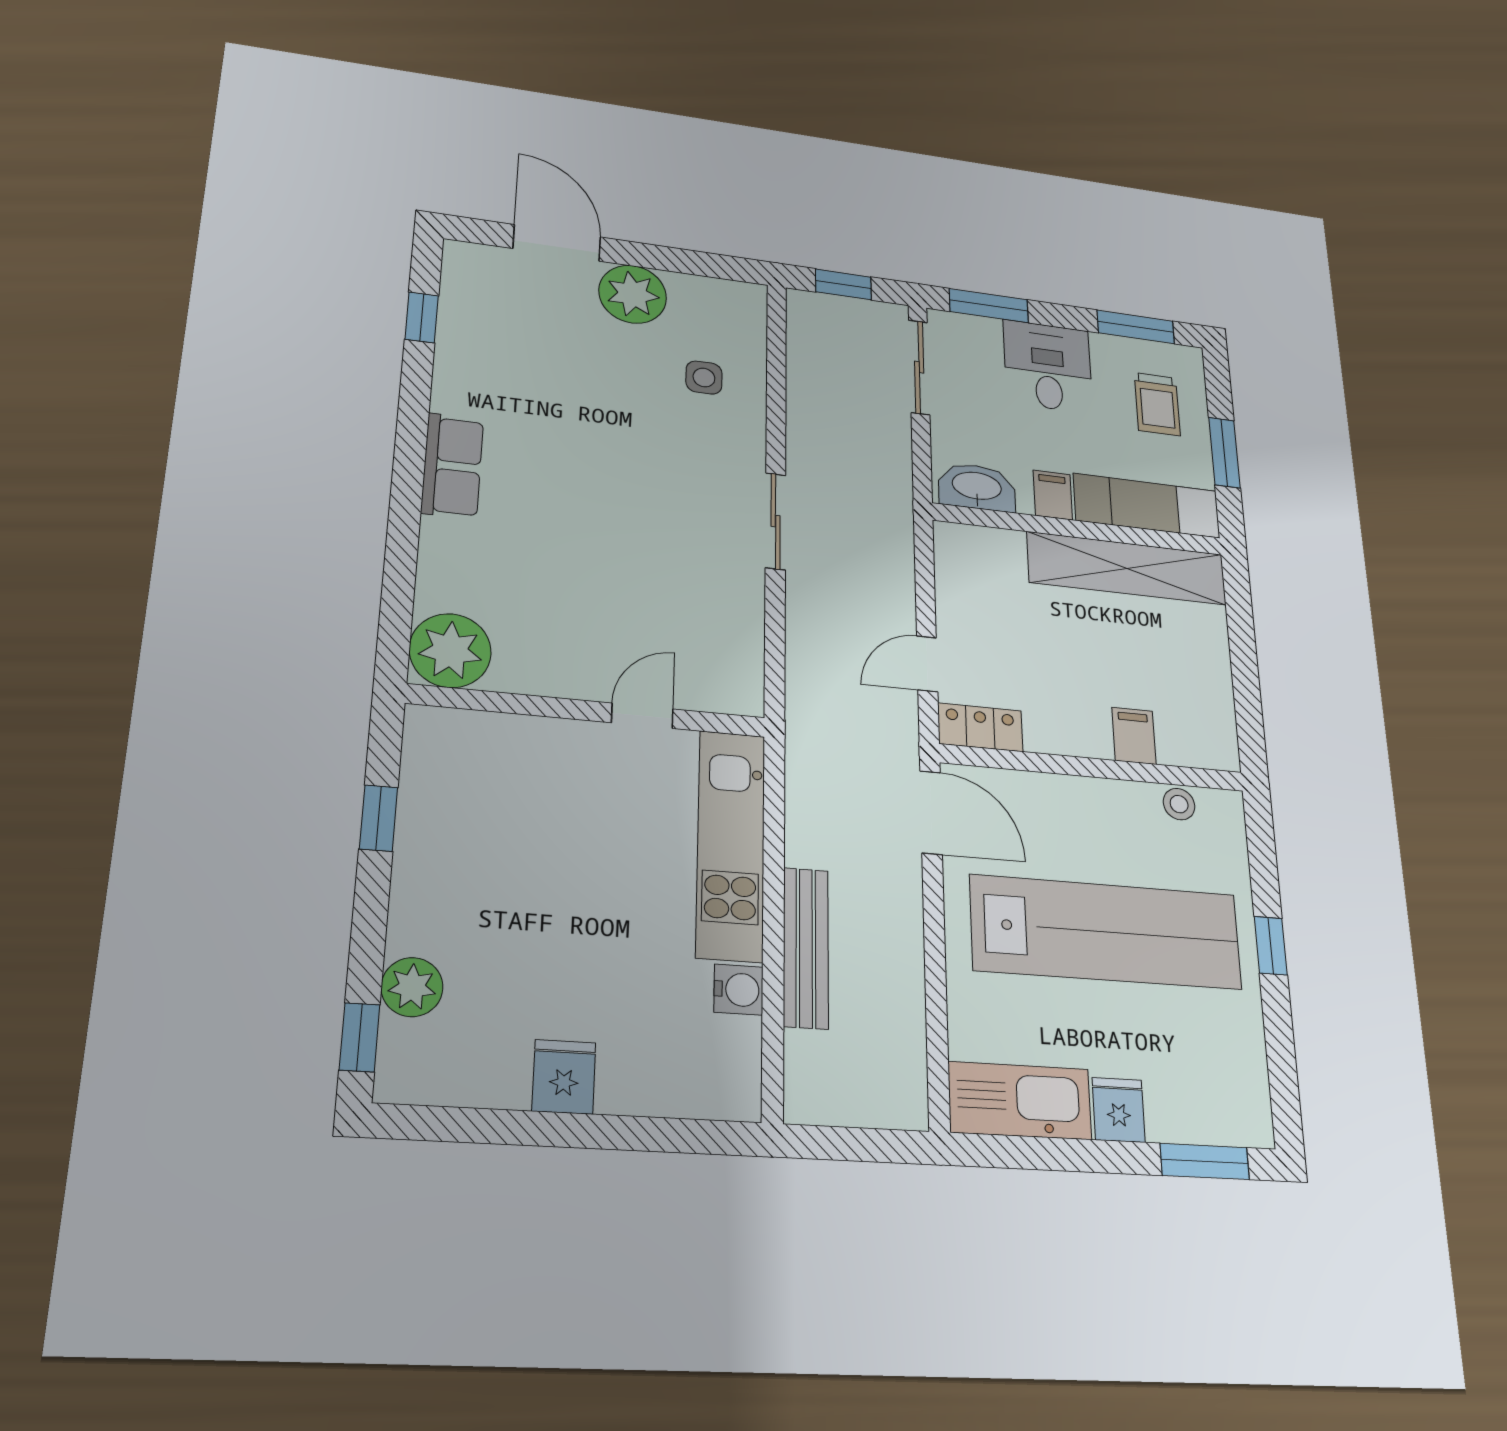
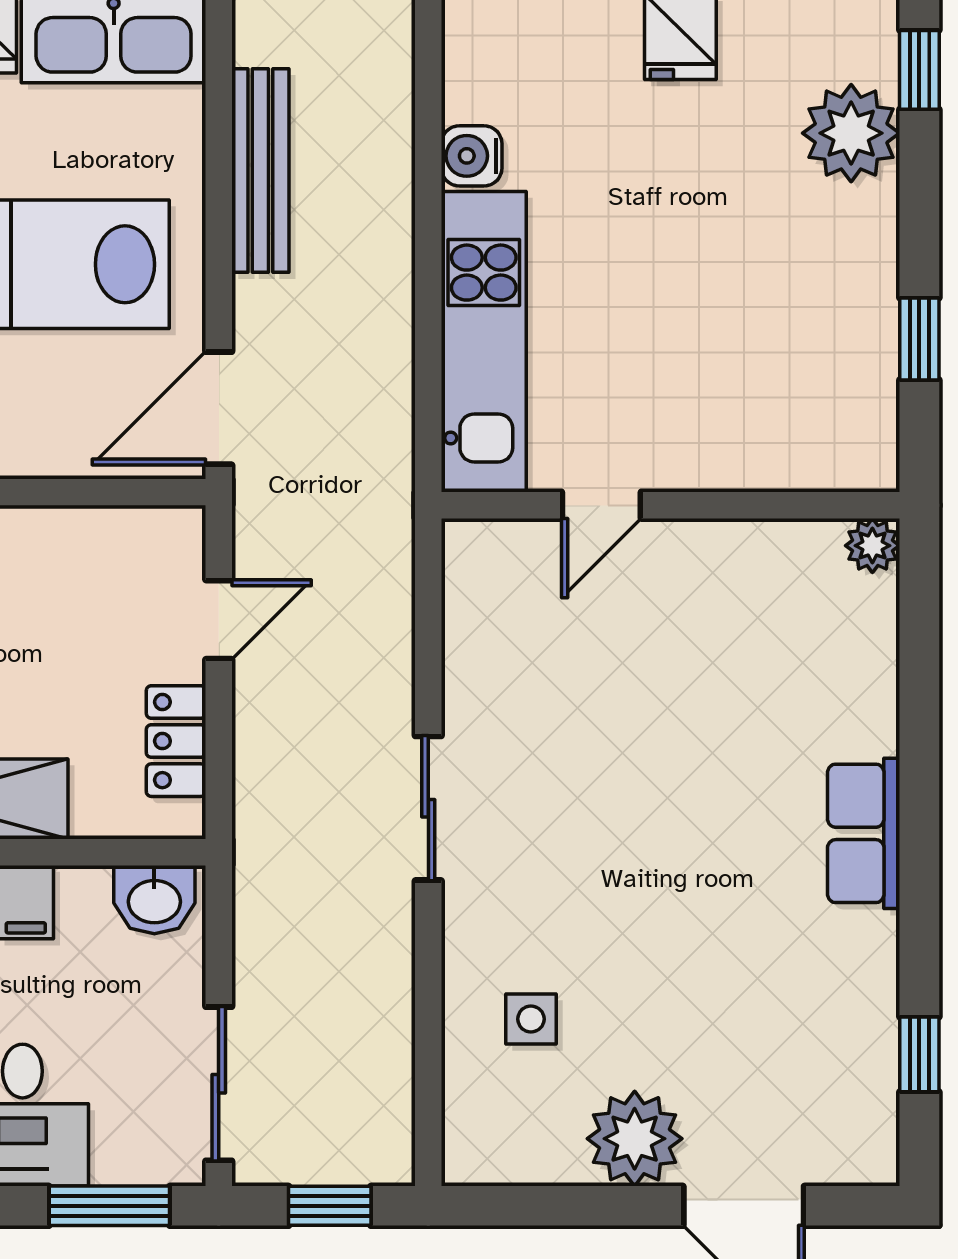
washbasin: (977, 487) -> (154, 900), width x0.72
plant: (450, 651) -> (872, 546), width x0.53, depth x0.53
locker: (980, 727) -> (176, 741), moved, turned 90
door: (931, 812) -> (219, 408), hinge flipped
bench: (806, 948) -> (260, 170), moved
plant: (412, 987) -> (851, 133), width x1.36, depth x1.36

